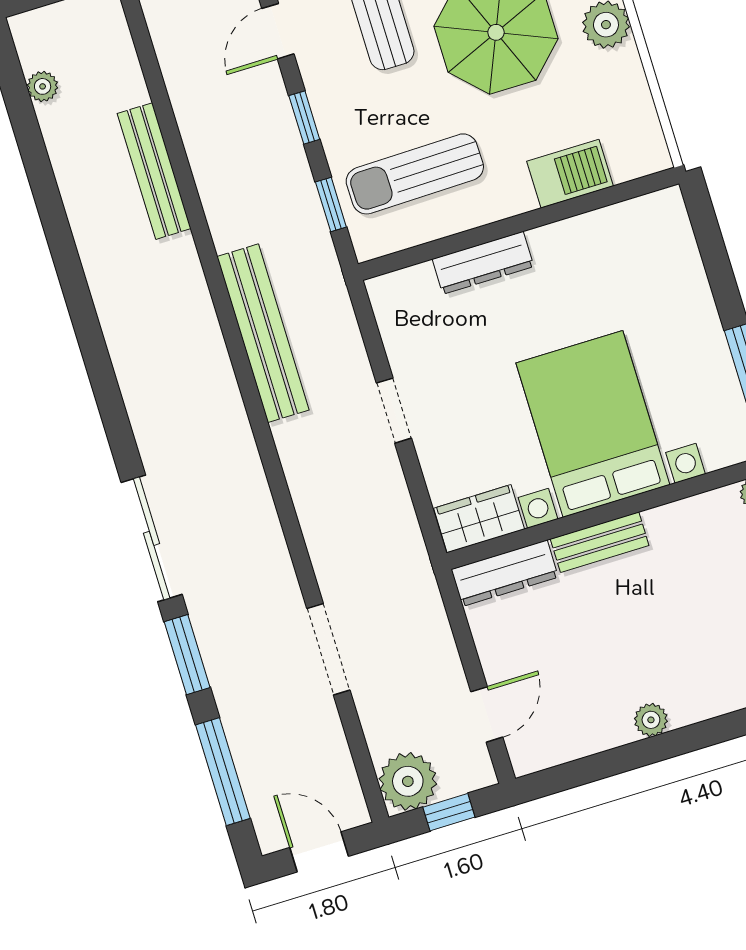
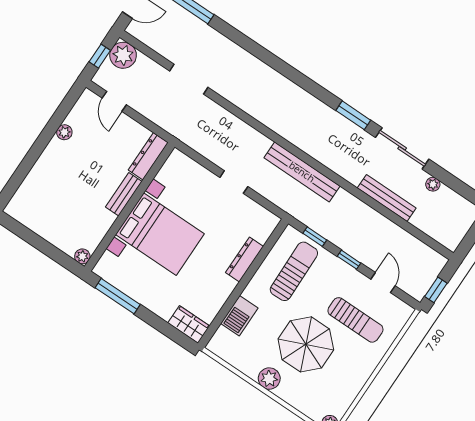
plant: (43, 86) -> (433, 184), moved
wardrobe: (479, 519) -> (189, 325), moved, turned -90
sliding door: (152, 538) -> (402, 148), moved
window: (187, 655) -> (353, 115), moved
plant: (651, 720) -> (64, 132), moved

